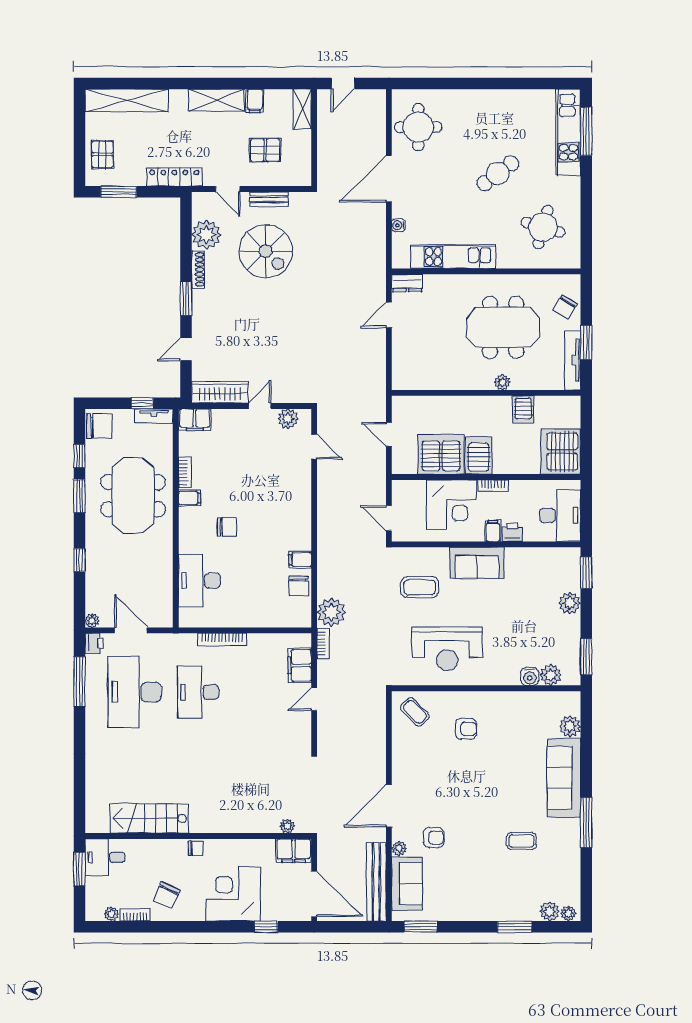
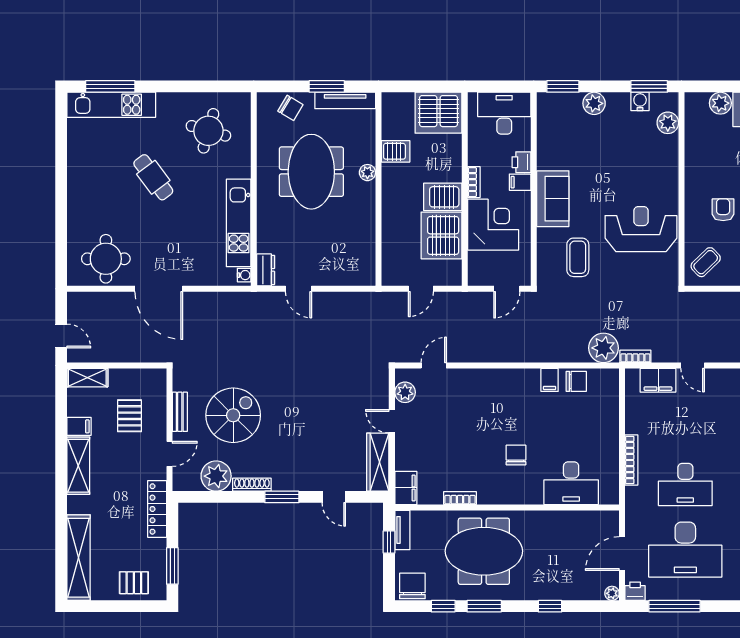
water cooler: (398, 225) -> (244, 275), moved, turned -90
filing cabinet: (190, 498) -> (486, 493), removed
reception desk: (447, 649) -> (641, 229), turned -90
water cooler: (530, 677) -> (640, 101), moved, turned -90

